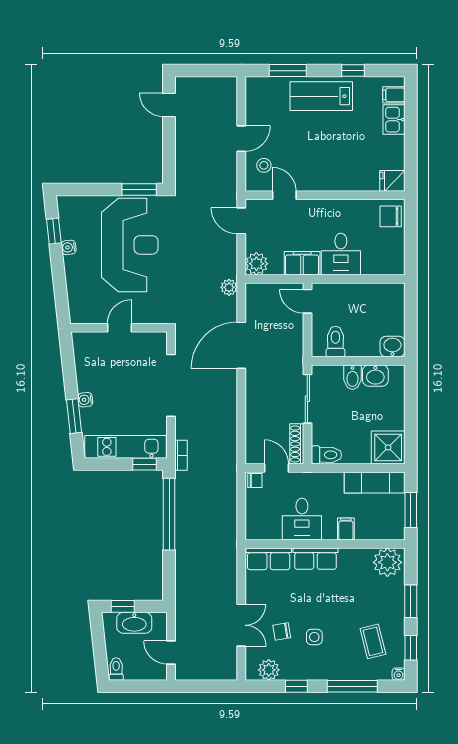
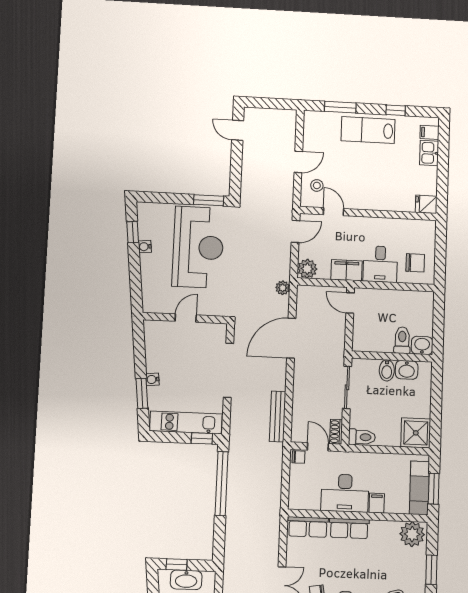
chair: (391, 216) -> (415, 263), moved, turned 180
door: (241, 221) -> (296, 231), swing flipped
toilet: (335, 342) -> (402, 340), moved
bench: (229, 436) -> (278, 416), added
shoe rack: (297, 444) -> (336, 432), width x0.70
bookcase: (181, 455) -> (234, 432), removed
exam couch: (375, 483) -> (419, 488), moved, turned 90
desk: (302, 519) -> (345, 493), width x1.37

